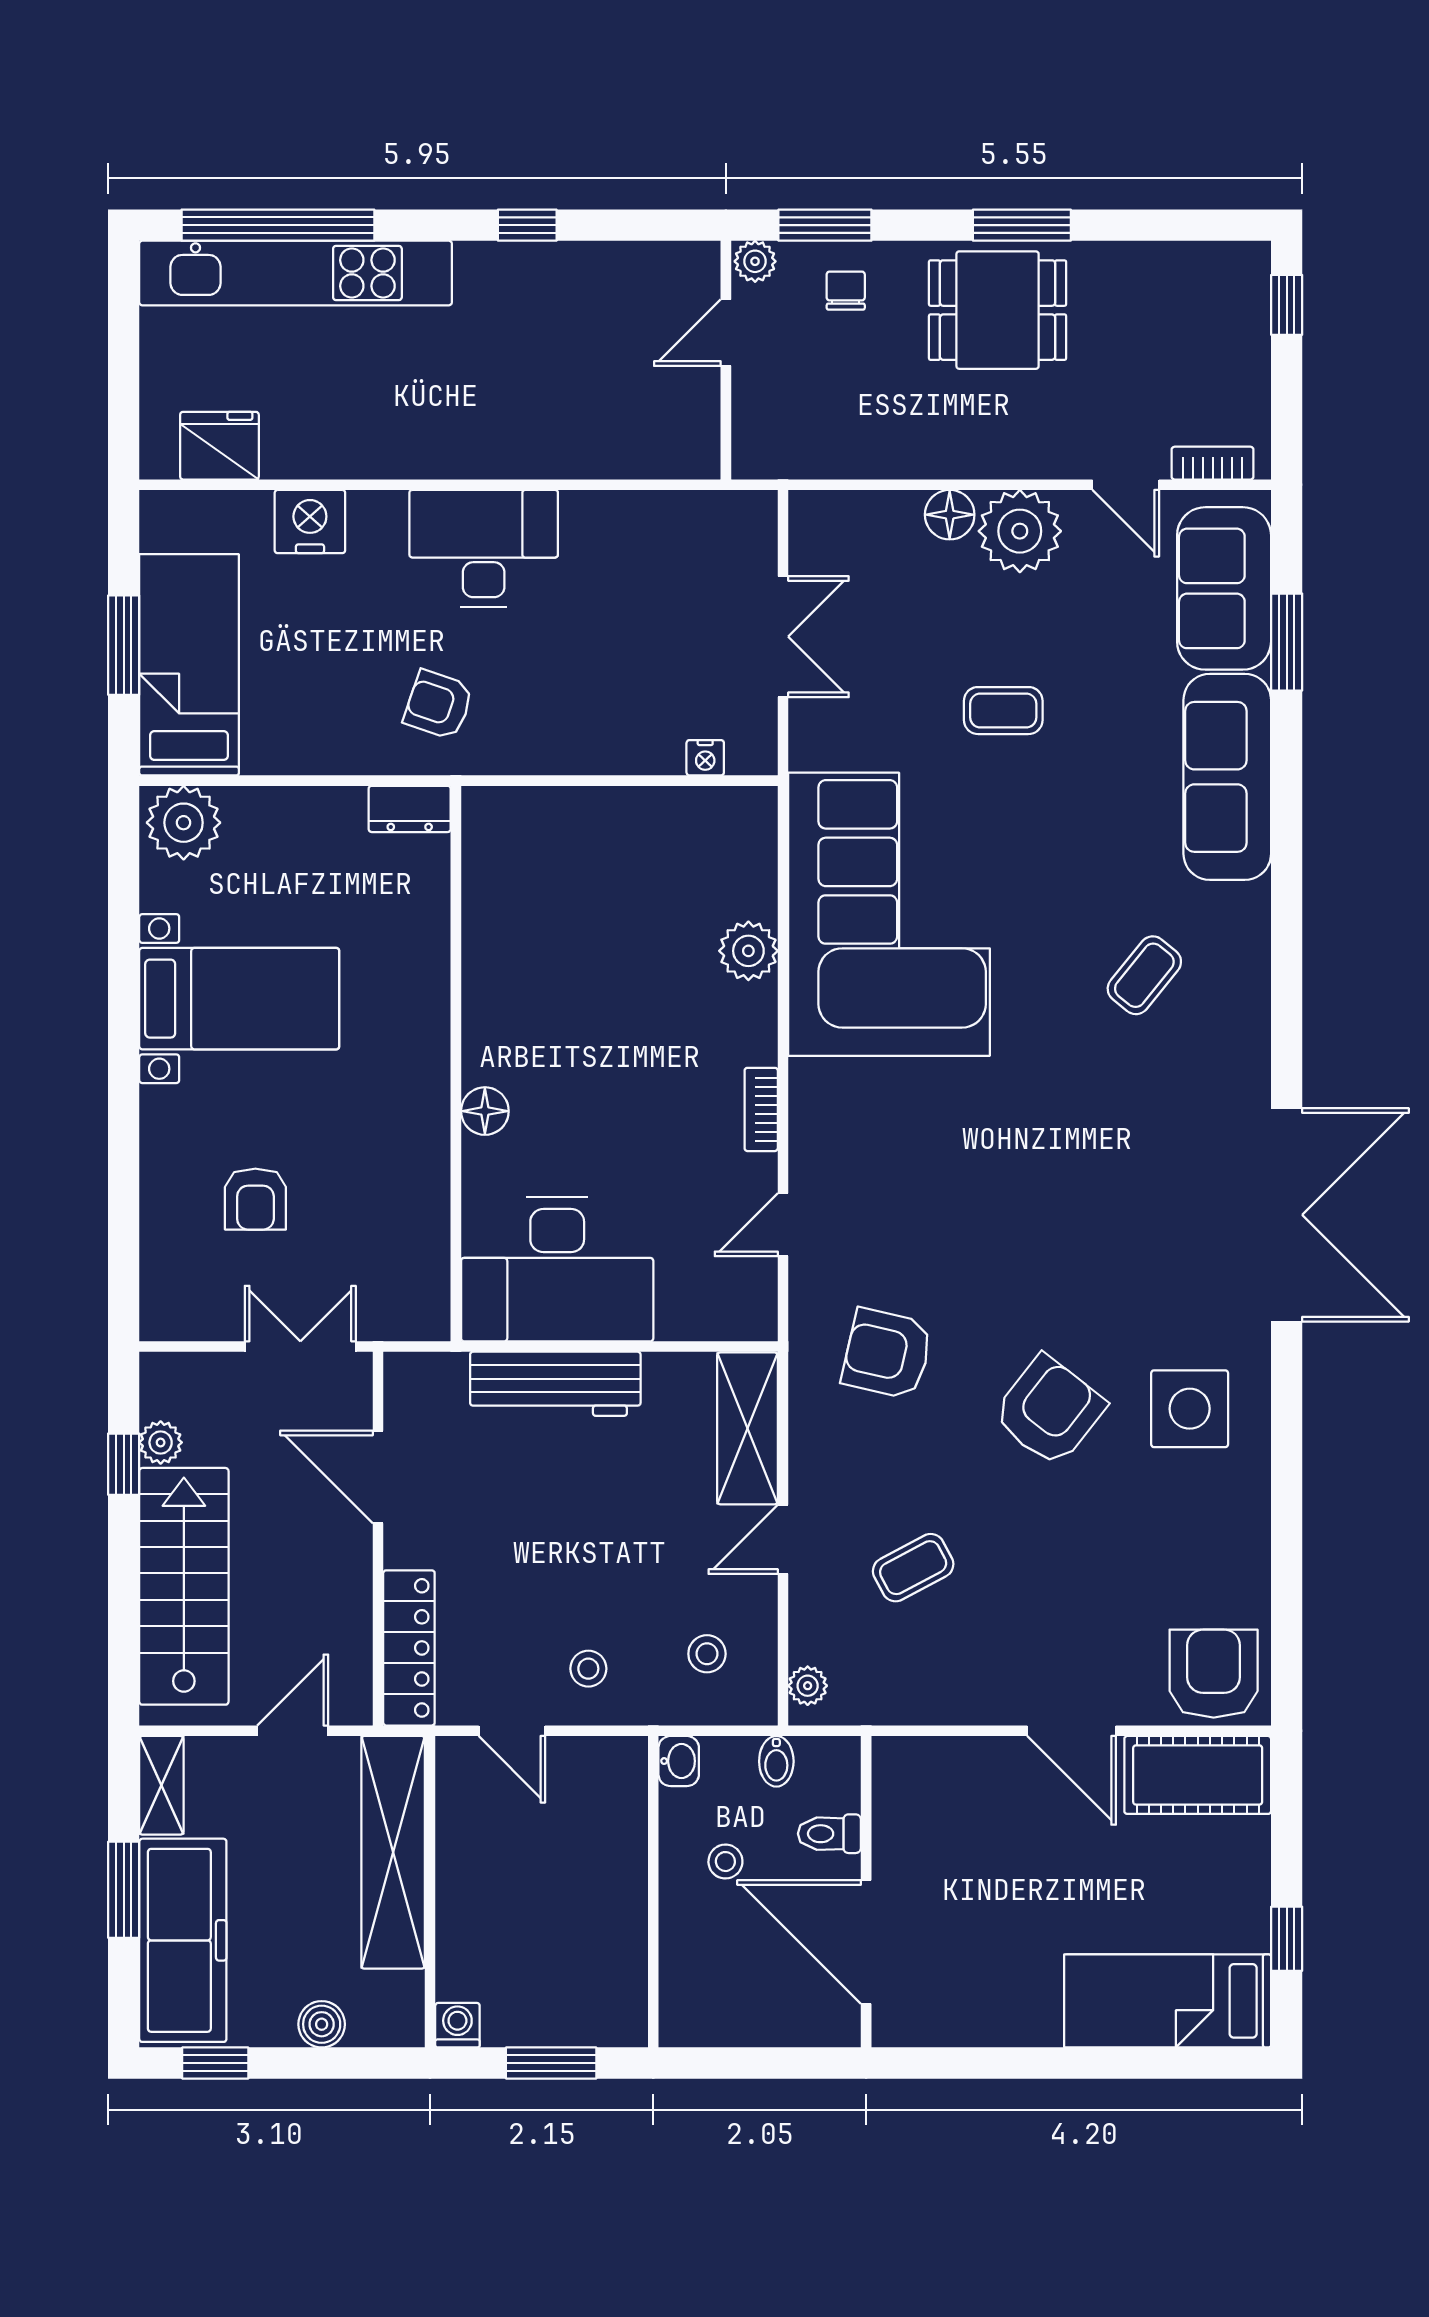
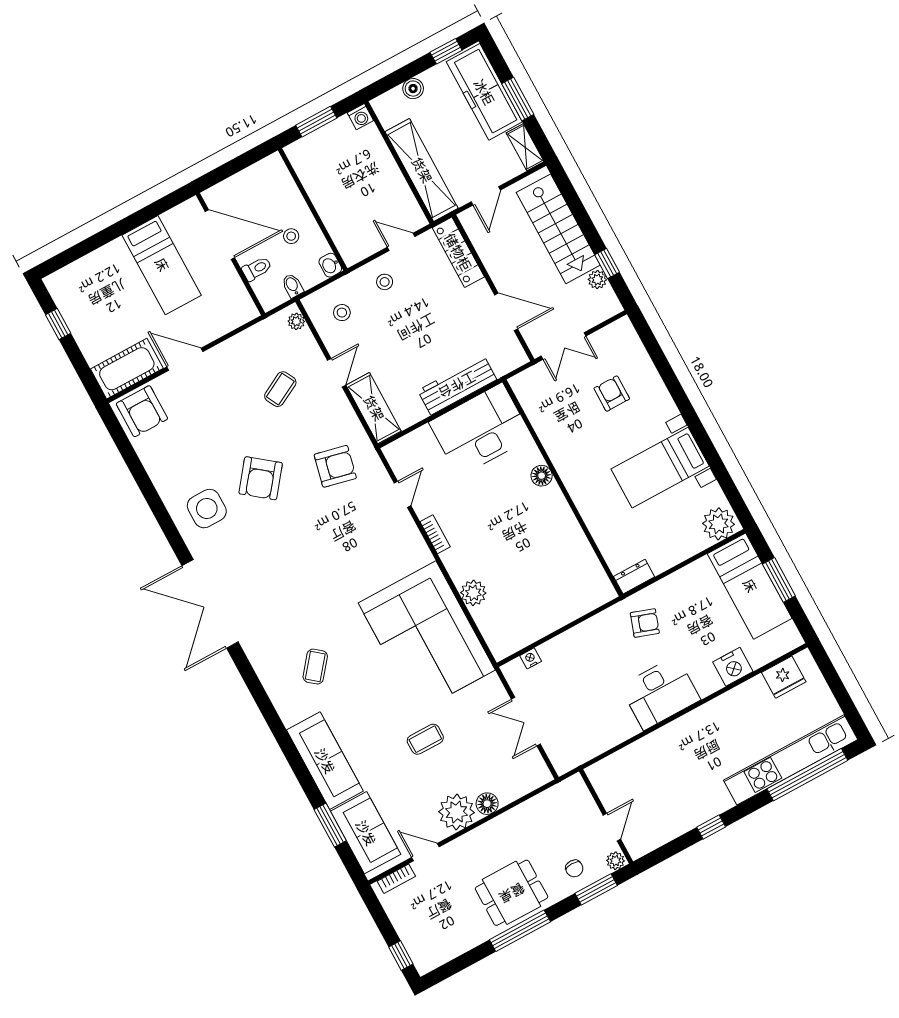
window: (1022, 225) -> (520, 931), width x1.44
bed: (1168, 2001) -> (162, 265), moved, turned 90

